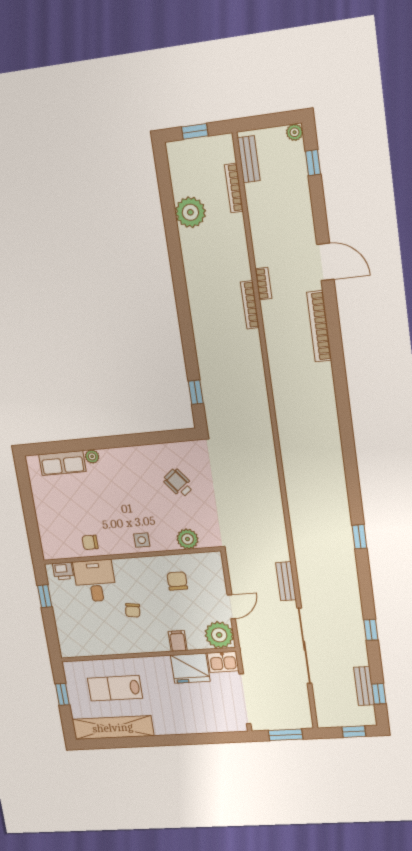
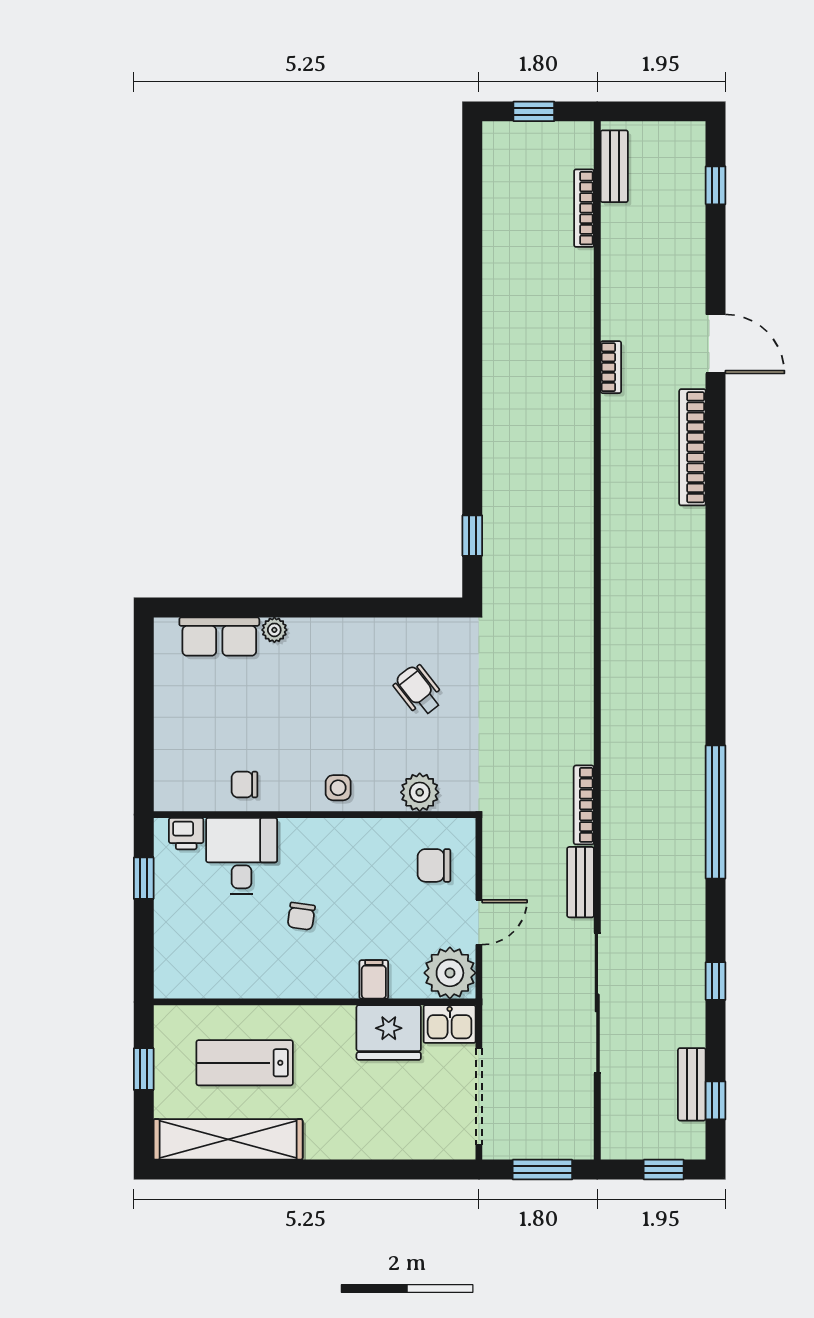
plant: (295, 132) -> (692, 135), removed
plant: (190, 212) -> (508, 238), removed
bookcase: (250, 305) -> (584, 805), moved
window: (359, 537) -> (716, 812), width x3.17
chair: (177, 581) -> (434, 865), moved, turned -90

